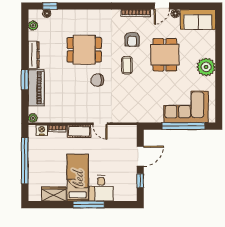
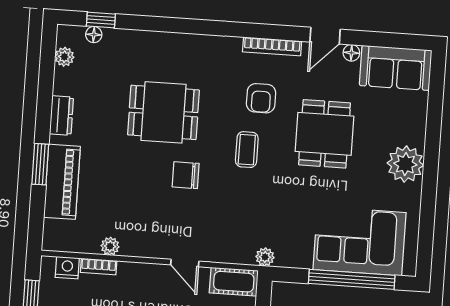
dresser: (34, 55) -> (61, 116), width x0.70
plant: (33, 118) -> (110, 246), moved
plant: (140, 118) -> (265, 257), added
cot: (79, 131) -> (234, 282), moved

